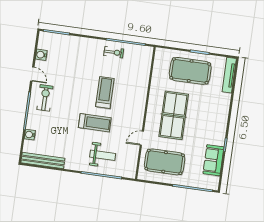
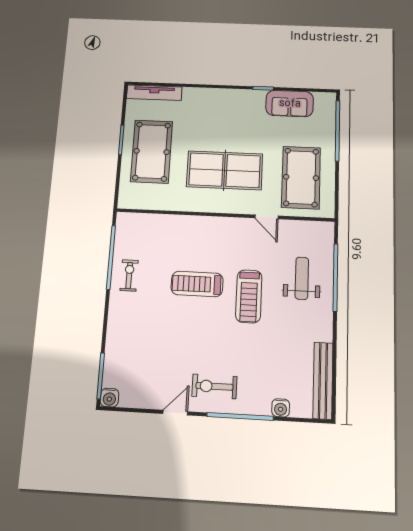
water cooler: (41, 55) -> (109, 398), moved
treadmill: (95, 123) -> (249, 296), turned 180

